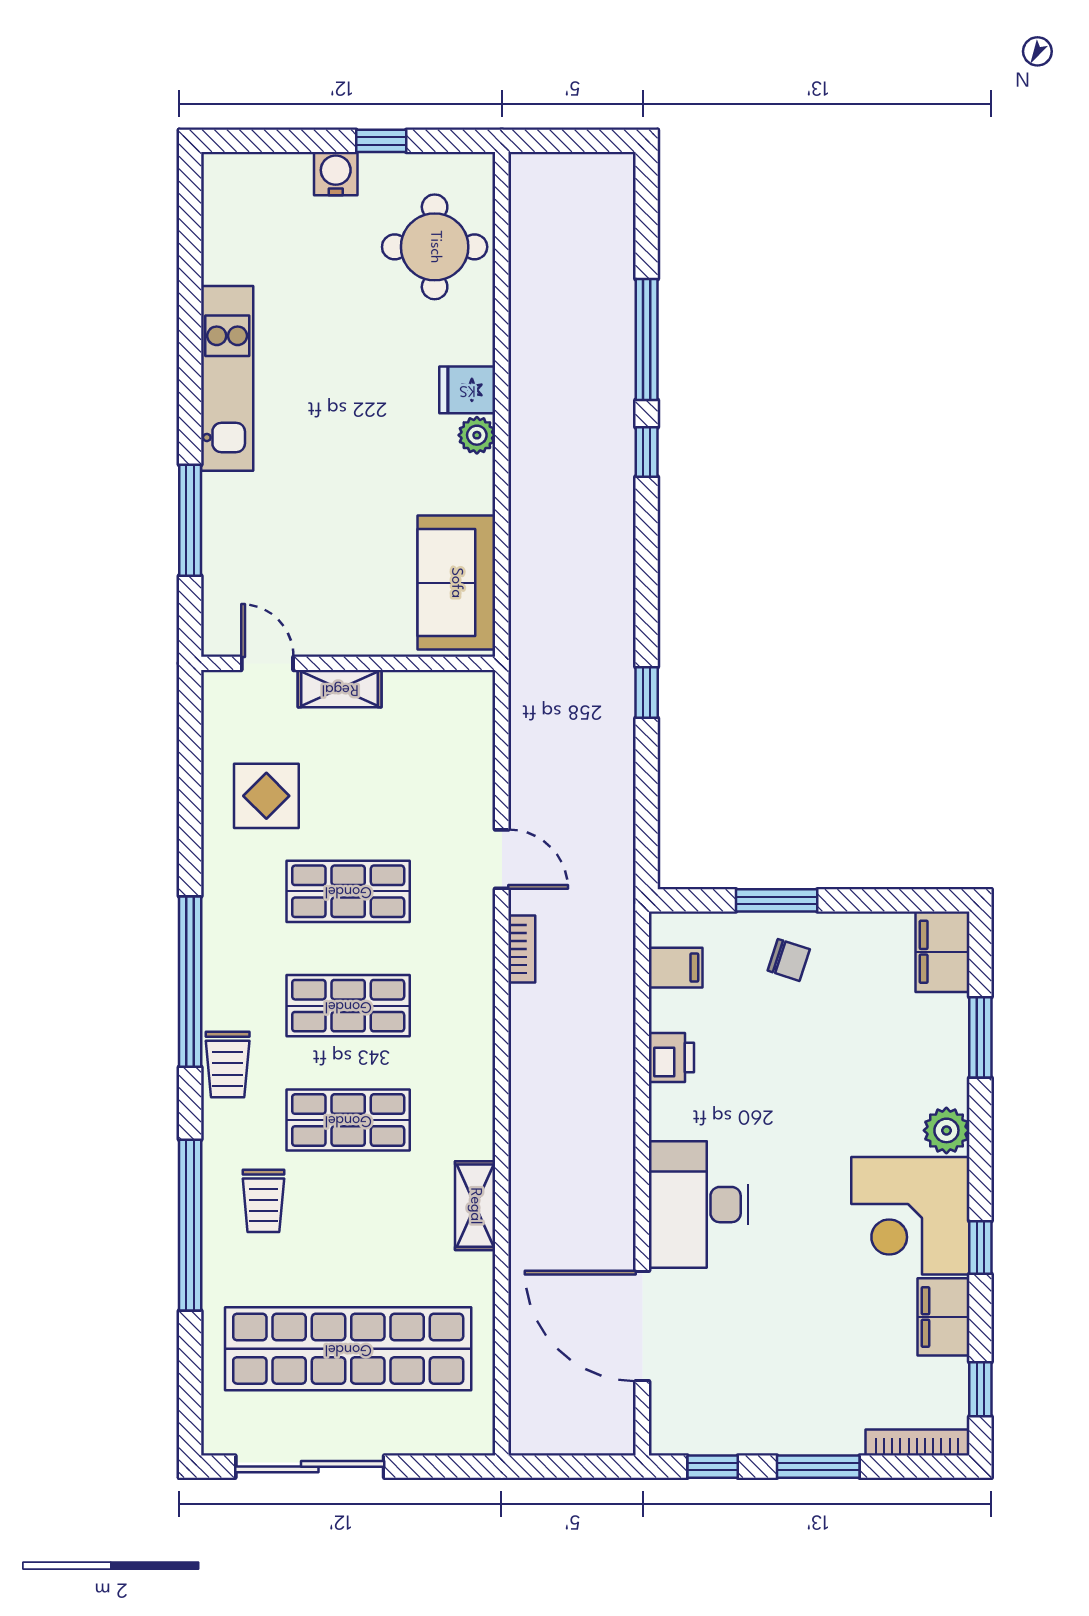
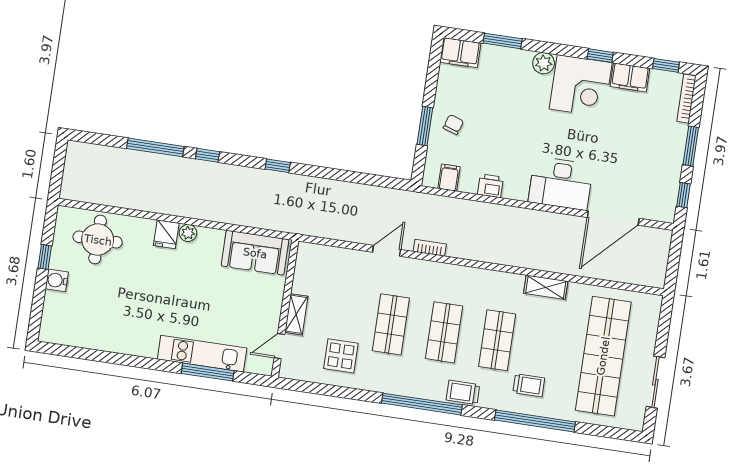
kitchen unit: (227, 378) -> (202, 354), moved
window: (647, 692) -> (278, 166), moved
trolley: (228, 1064) -> (463, 392), turned 180
sliding door: (310, 1467) -> (655, 382), width x0.73

